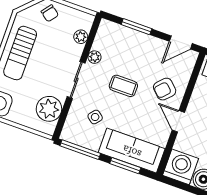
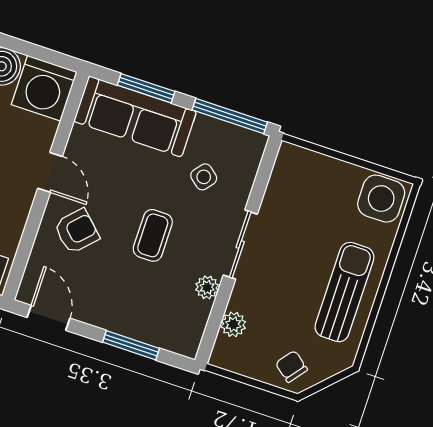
door: (181, 42) -> (48, 318), hinge flipped
coffee table: (123, 86) -> (153, 235), turned 90
plant: (49, 109) -> (289, 190), removed

